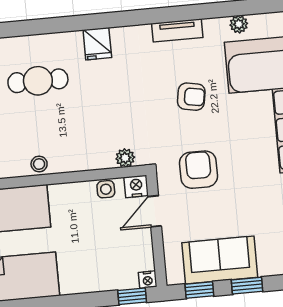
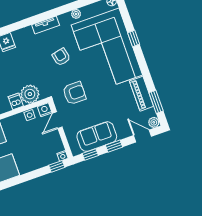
armchair: (191, 97) -> (61, 57), turned -112
dishwasher: (87, 157) -> (16, 101), added
plant: (125, 158) -> (30, 94), width x1.87, depth x1.87
armchair: (199, 170) -> (74, 93), turned 90

